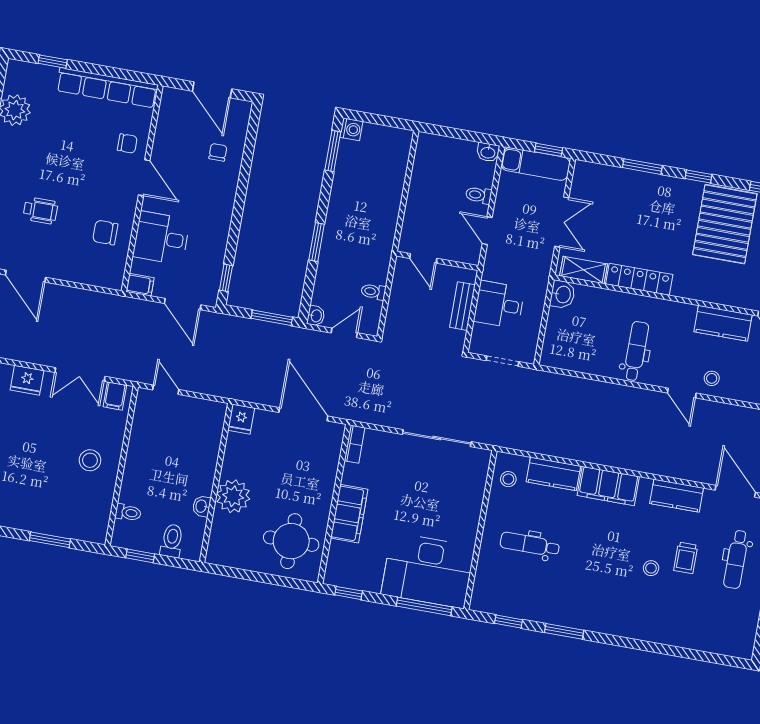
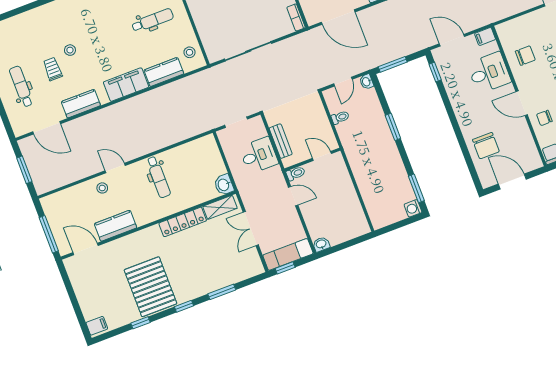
chair: (218, 152) -> (486, 146), width x1.87, depth x1.87
toilet: (479, 195) -> (296, 173), moved

